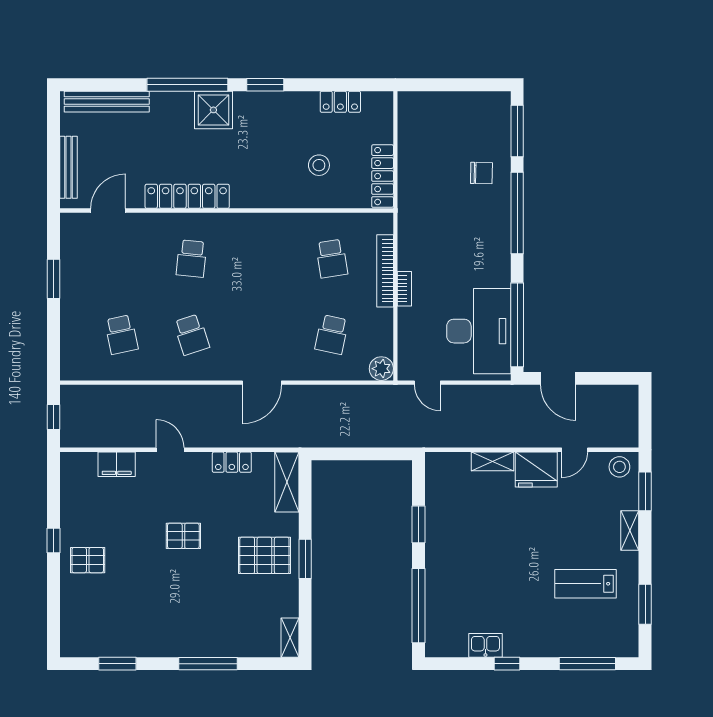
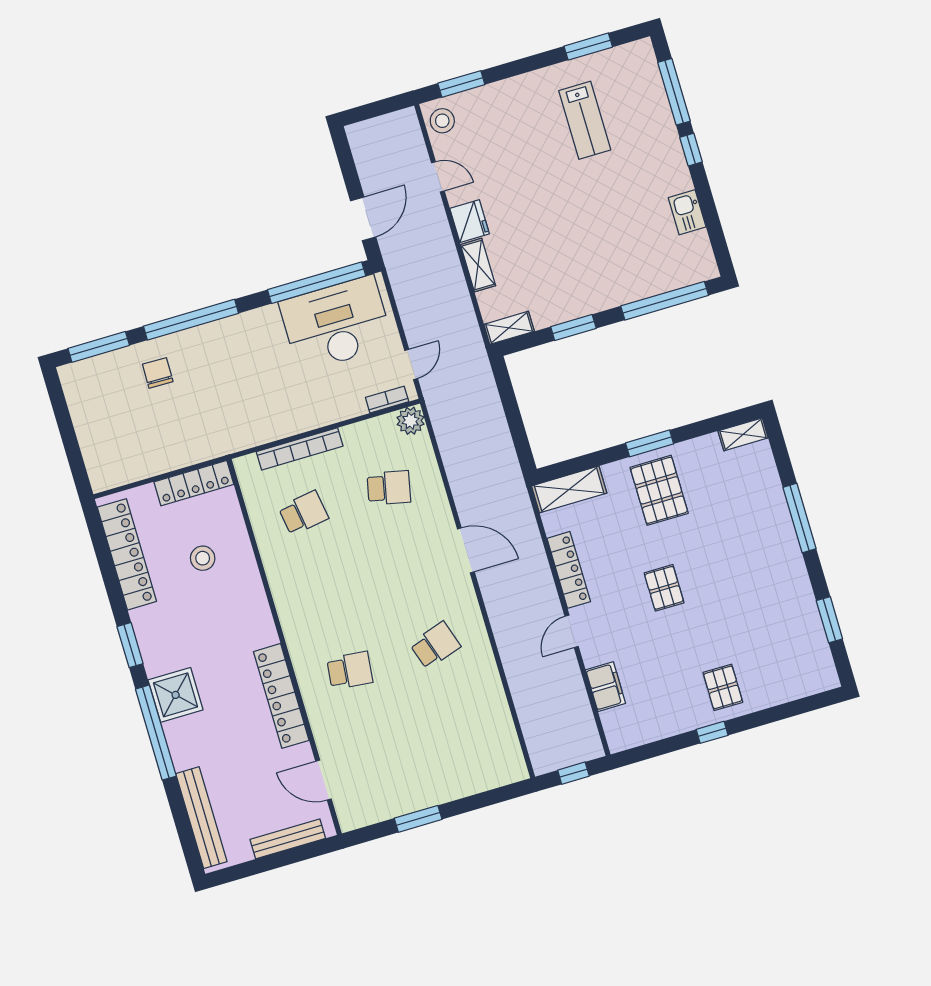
locker: (340, 102) -> (127, 554), width x2.16, depth x1.21
bookcase: (404, 289) -> (387, 400), moved
school desk: (121, 335) -> (458, 724), removed
locker: (232, 462) -> (569, 570), width x1.53
fridge: (536, 469) -> (470, 221), width x0.73, depth x0.75
shelving: (630, 530) -> (509, 328), moved
window: (507, 664) -> (691, 150), moved

